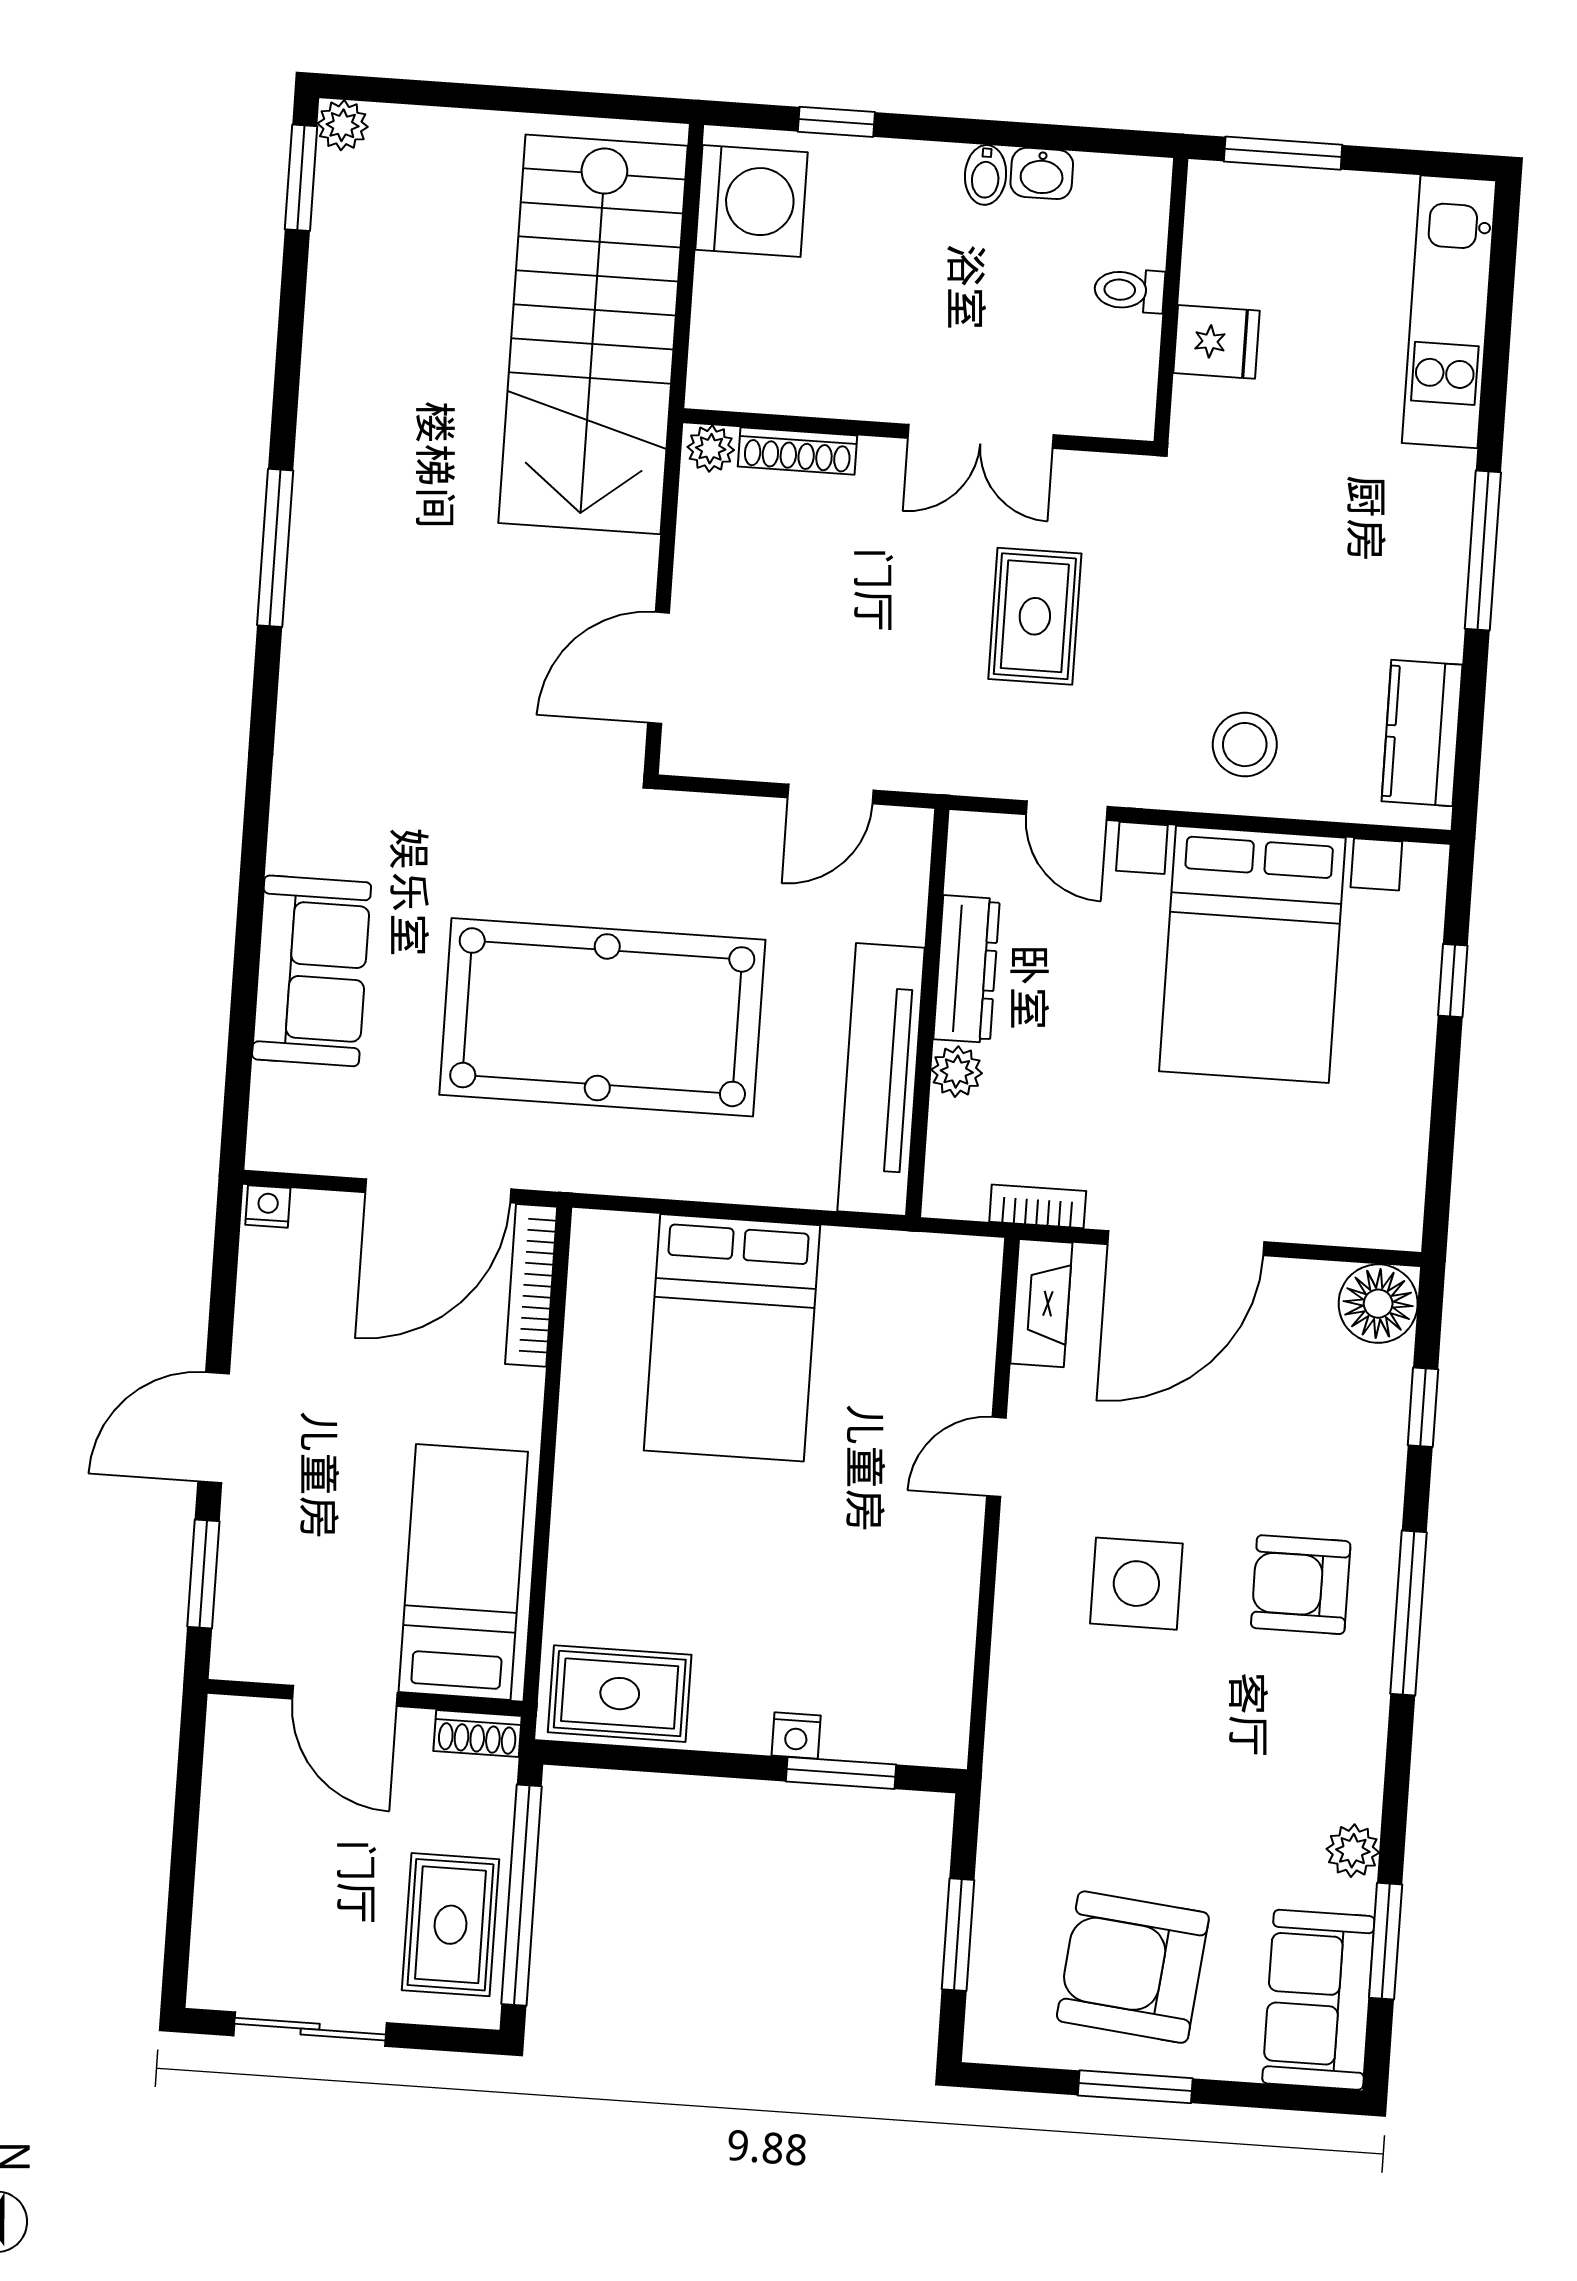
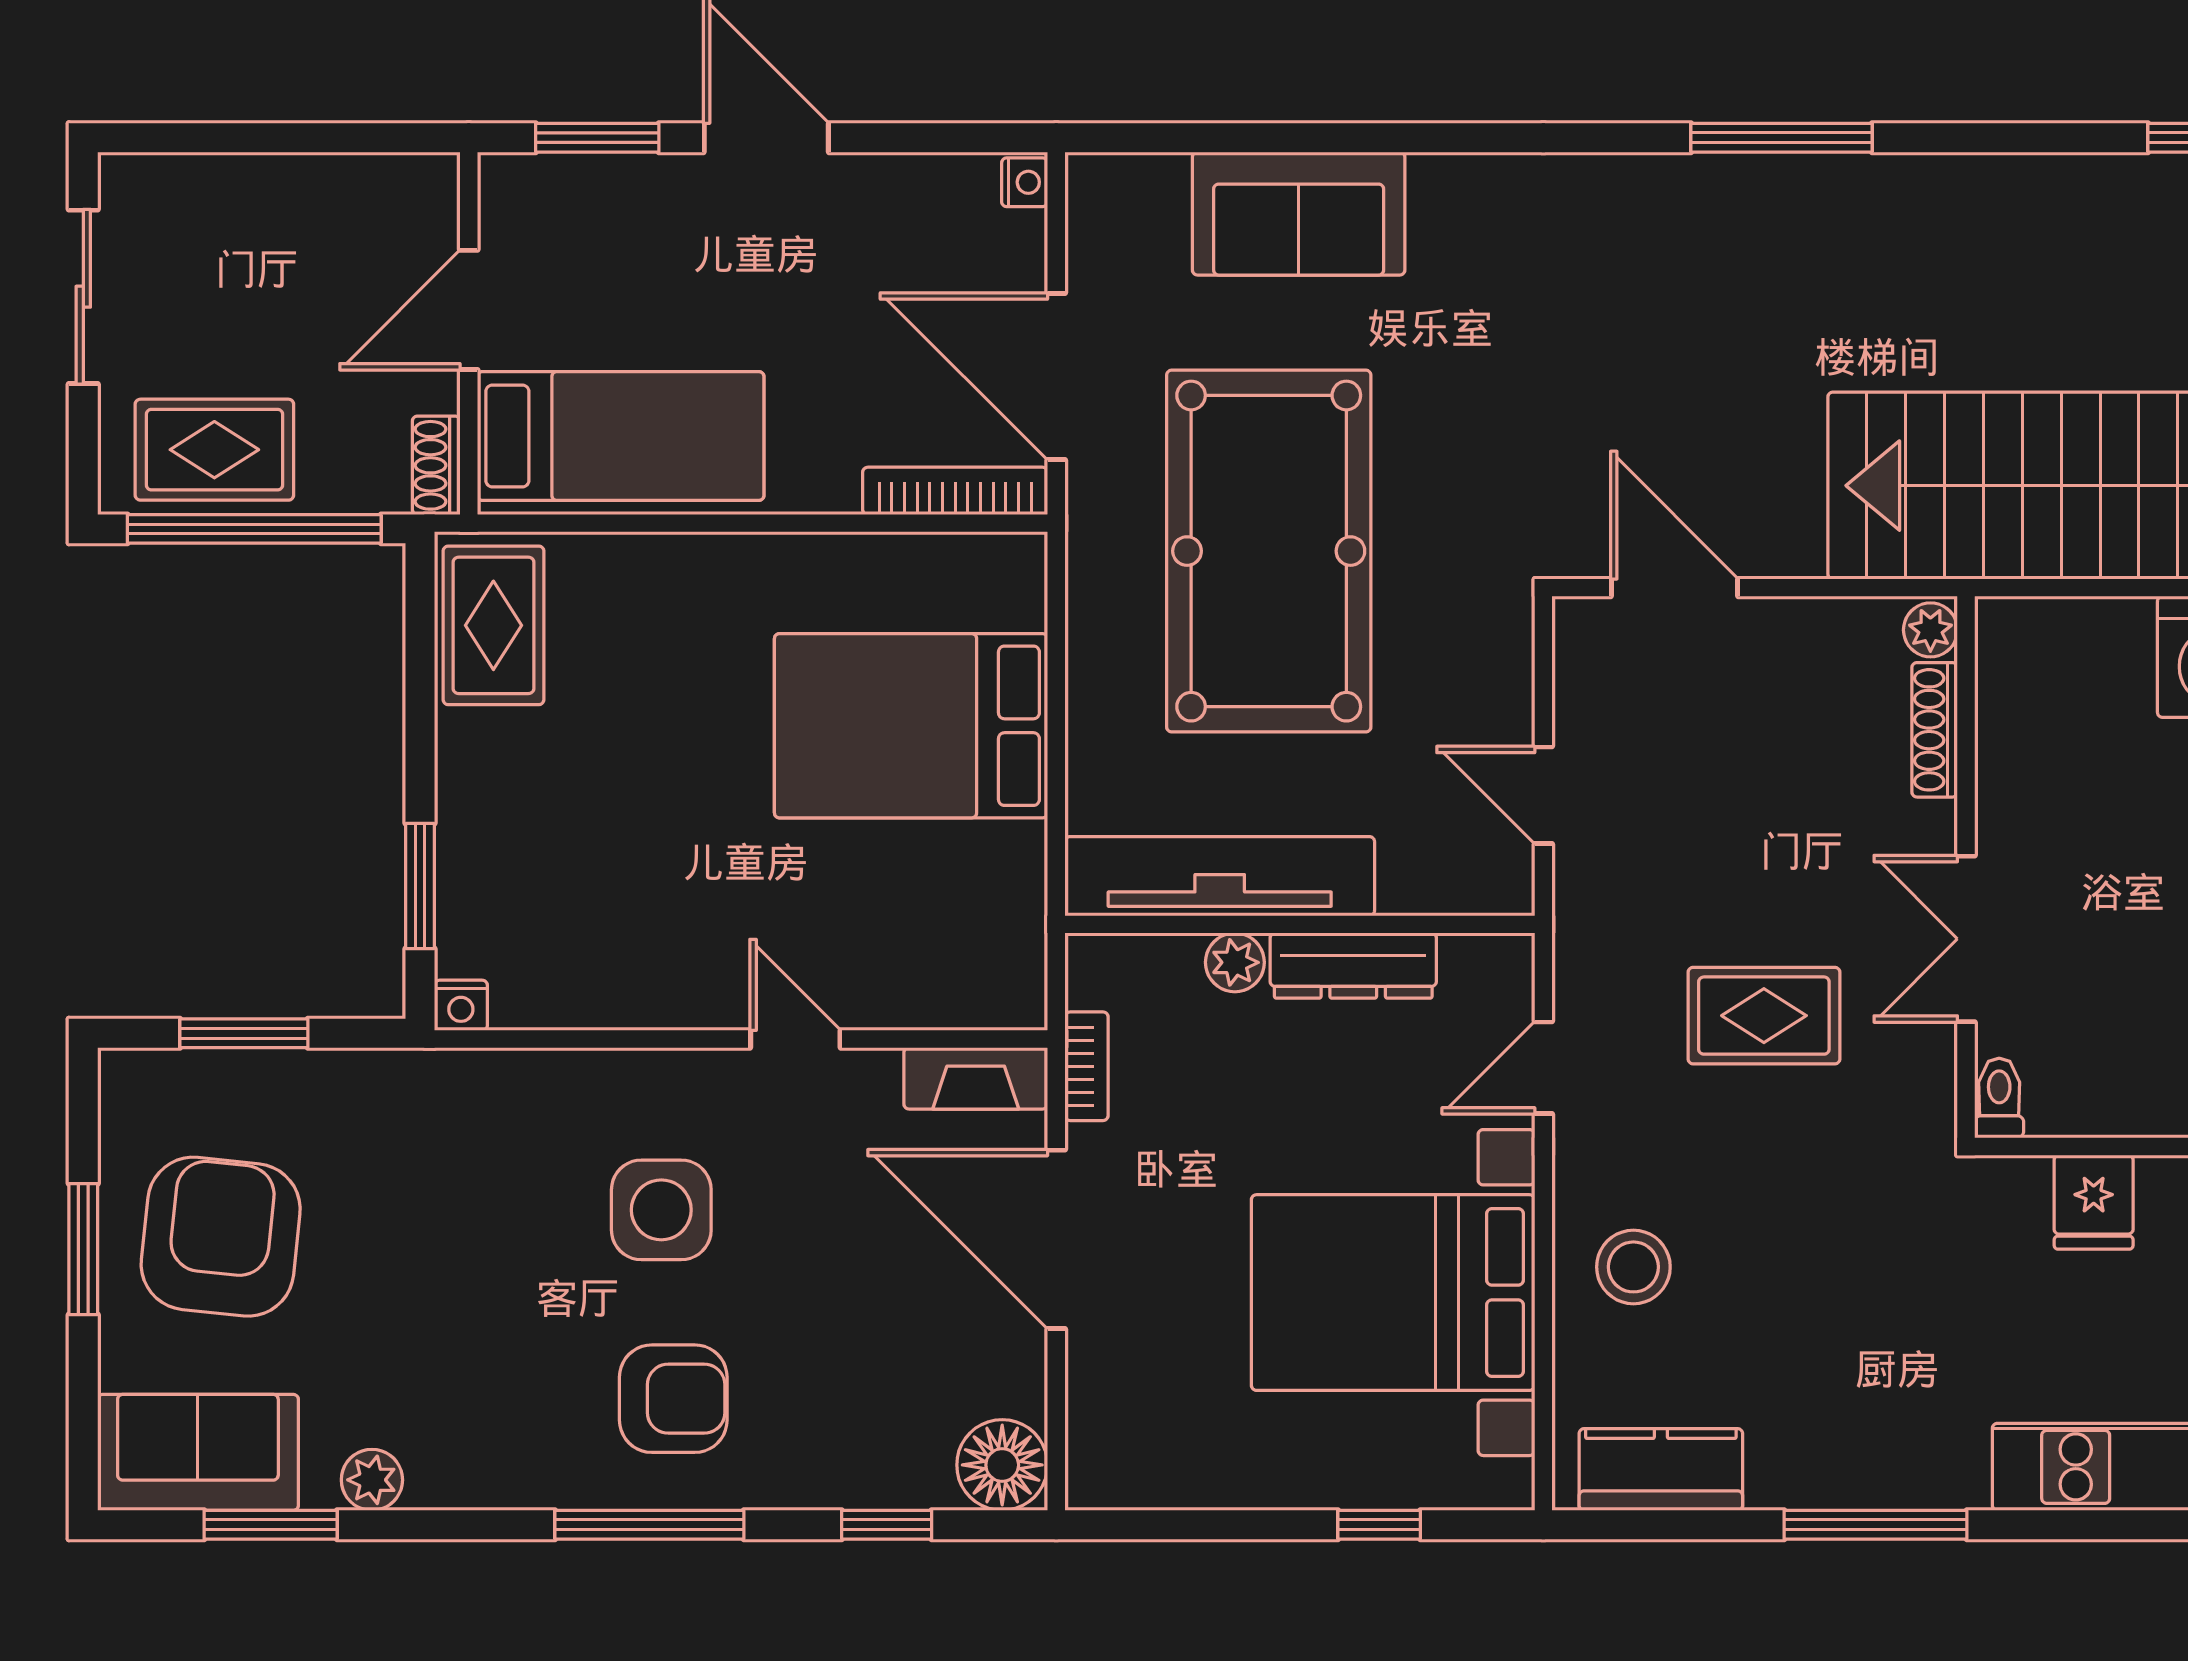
toilet: (1129, 290) -> (1999, 1098), moved
armchair: (1301, 1585) -> (673, 1399), turned 90
nightstand: (796, 1736) -> (461, 1005), moved, turned -90

